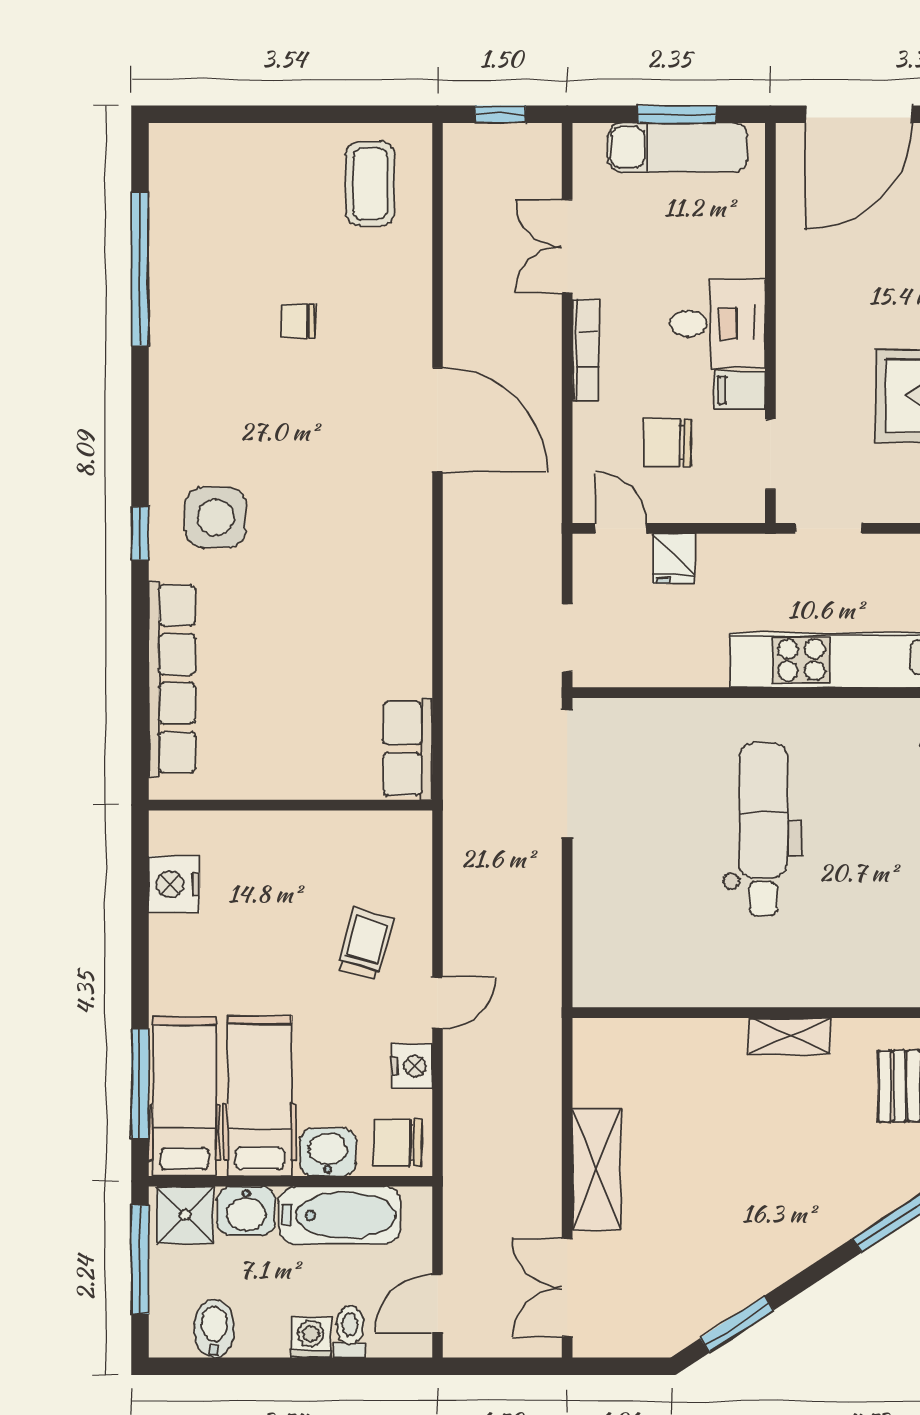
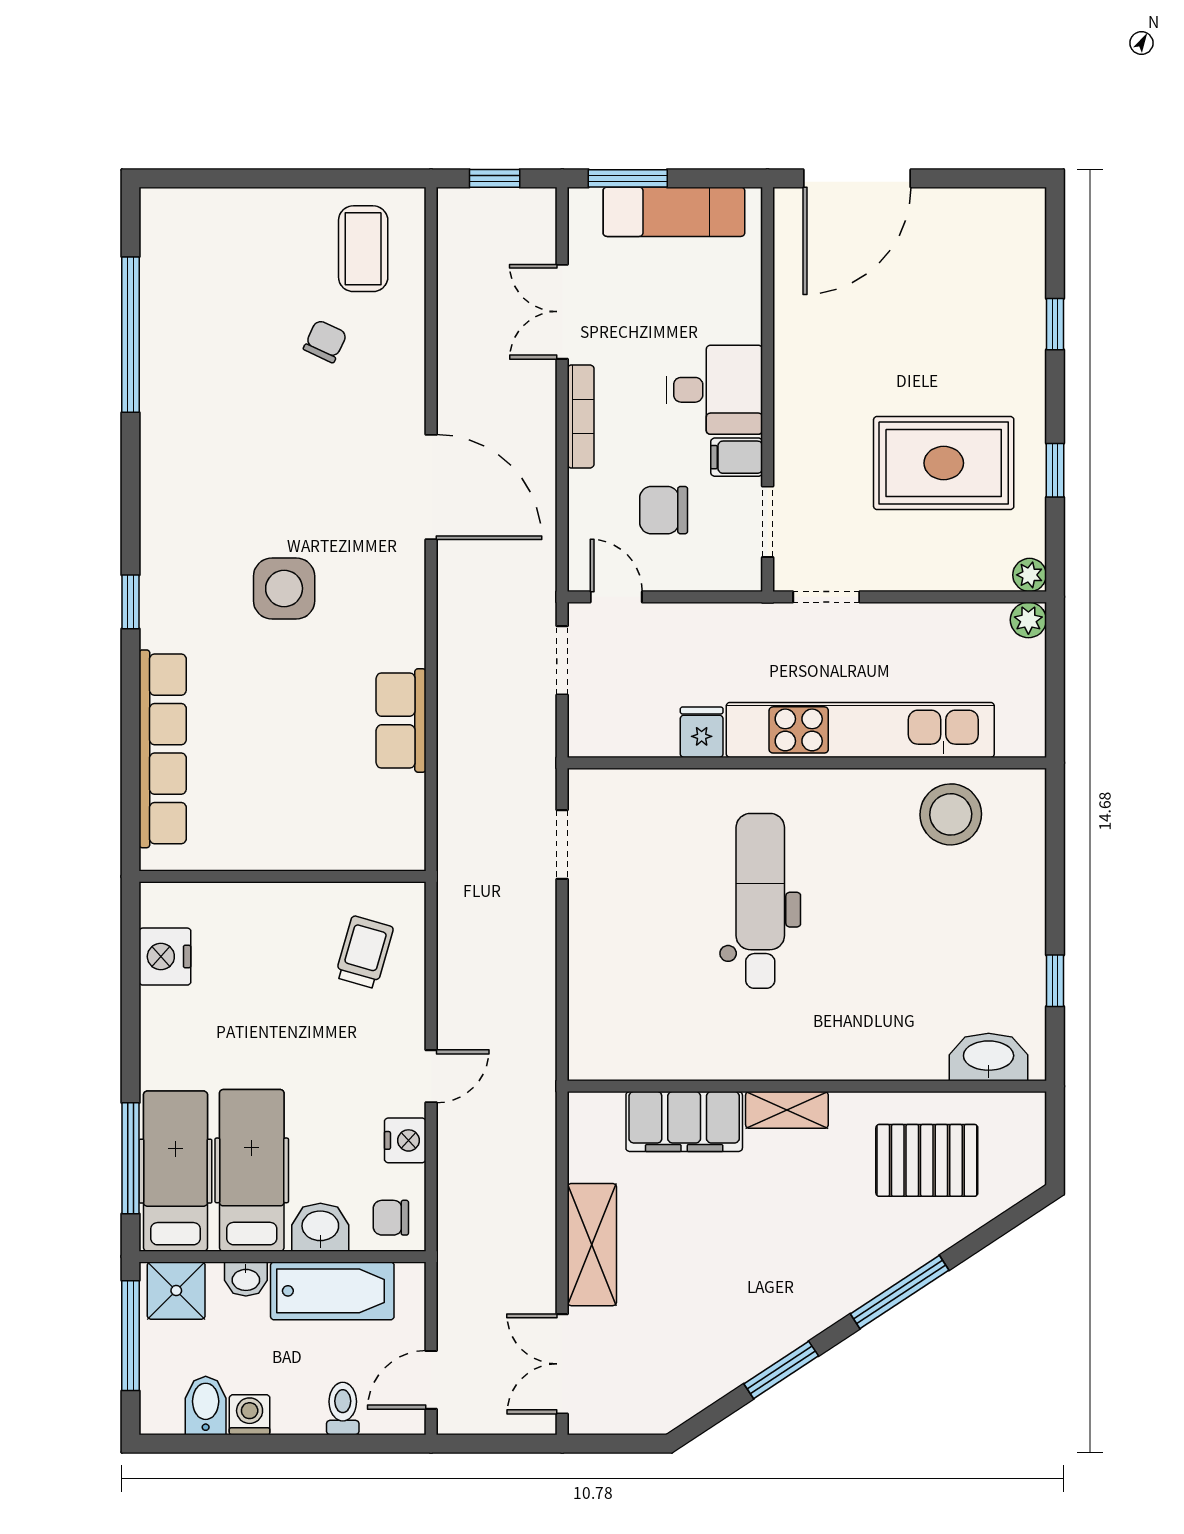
window: (677, 114) -> (628, 178), moved
chair: (299, 321) -> (325, 341), moved, turned 115
side table: (216, 517) -> (284, 588), moved
fridge: (674, 559) -> (702, 732), moved, turned 180
doorway: (567, 638) -> (562, 660), moved
row of seats: (408, 749) -> (401, 720), moved
doorway: (567, 773) -> (562, 844), width x0.53
trolley: (365, 944) -> (364, 952), moved
filing cabinet: (688, 1048) -> (684, 1122), added
chair: (398, 1143) -> (391, 1218), width x0.73, depth x0.73
washbasin: (246, 1211) -> (246, 1279), width x0.72, depth x0.69
window: (737, 1324) -> (781, 1370), moved
washing machine: (311, 1338) -> (250, 1415), moved

